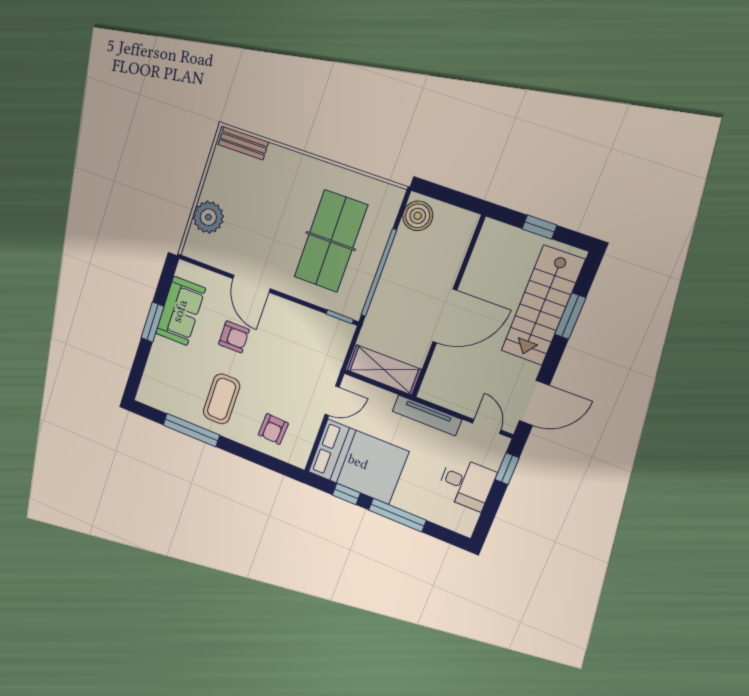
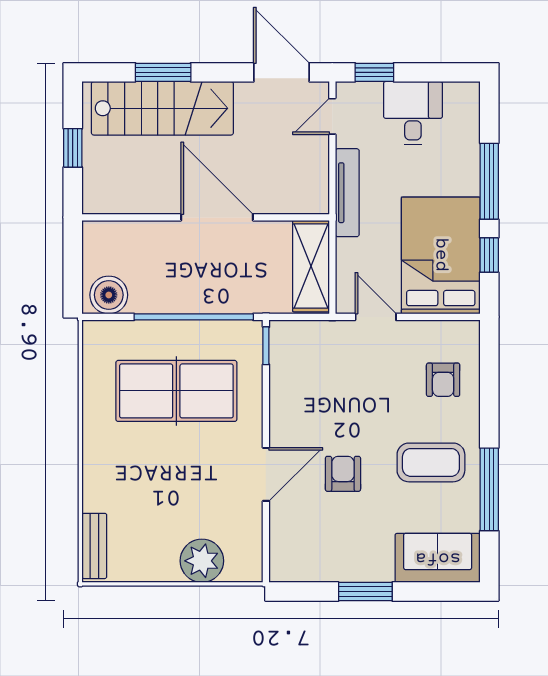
sofa: (180, 311) -> (438, 558), moved
armchair: (273, 429) -> (443, 380), turned 87

